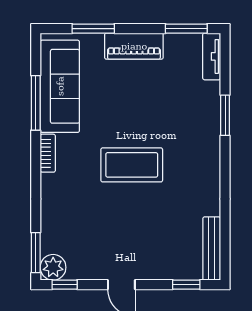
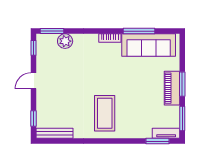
window: (93, 29) -> (182, 84), moved
window: (225, 115) -> (158, 141), moved
coffee table: (132, 165) -> (105, 113), moved
plant: (53, 267) -> (65, 41), moved

